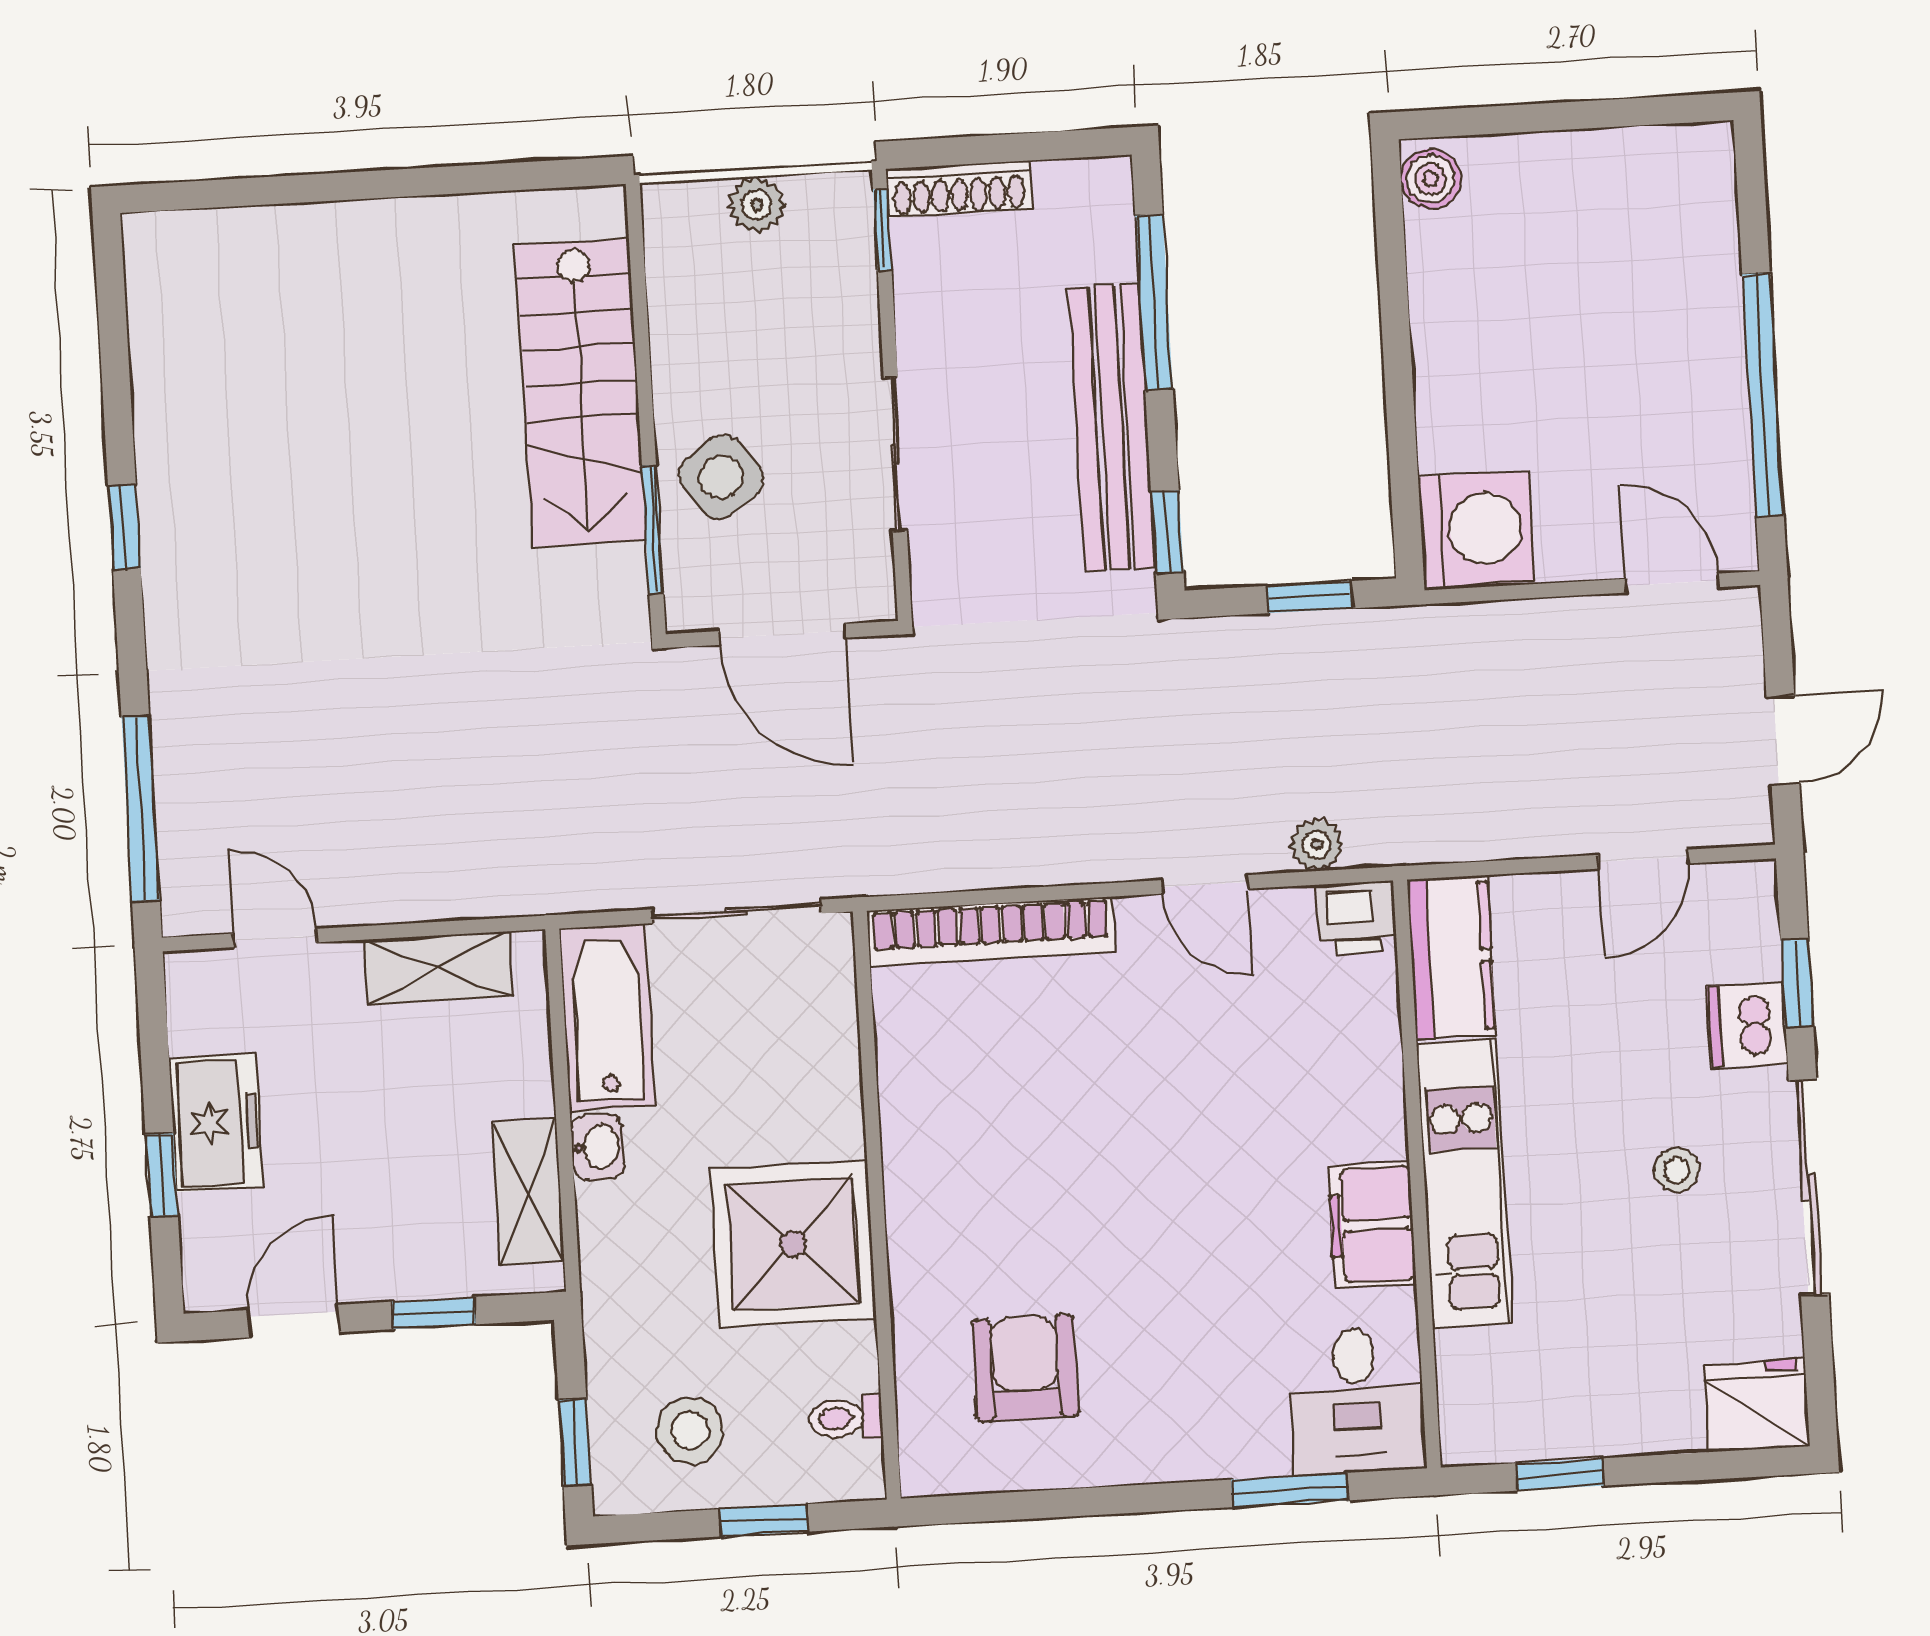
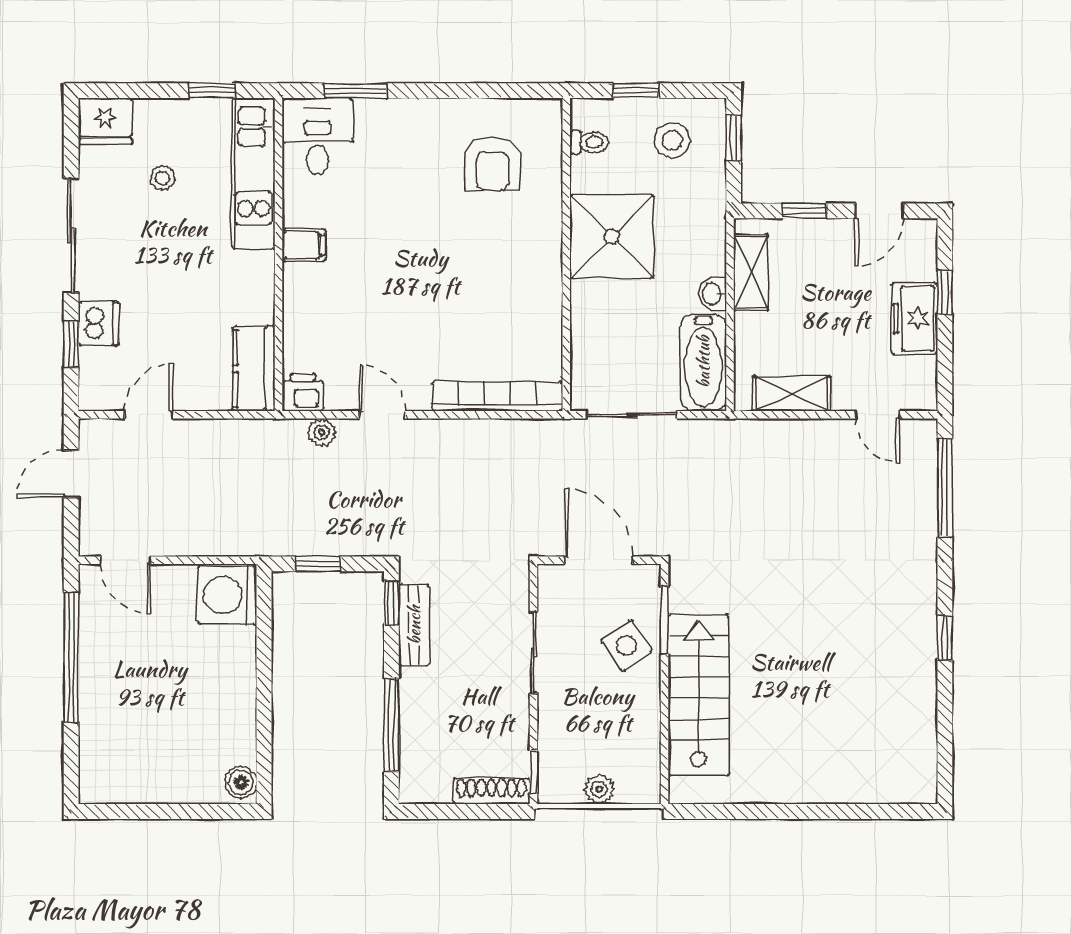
bench: (1112, 428) -> (414, 625), width x0.54, depth x0.82
stool: (1677, 1170) -> (163, 178), moved
kitchen unit: (1465, 1184) -> (254, 174), moved
filing cabinet: (1372, 1225) -> (304, 245), width x0.50

